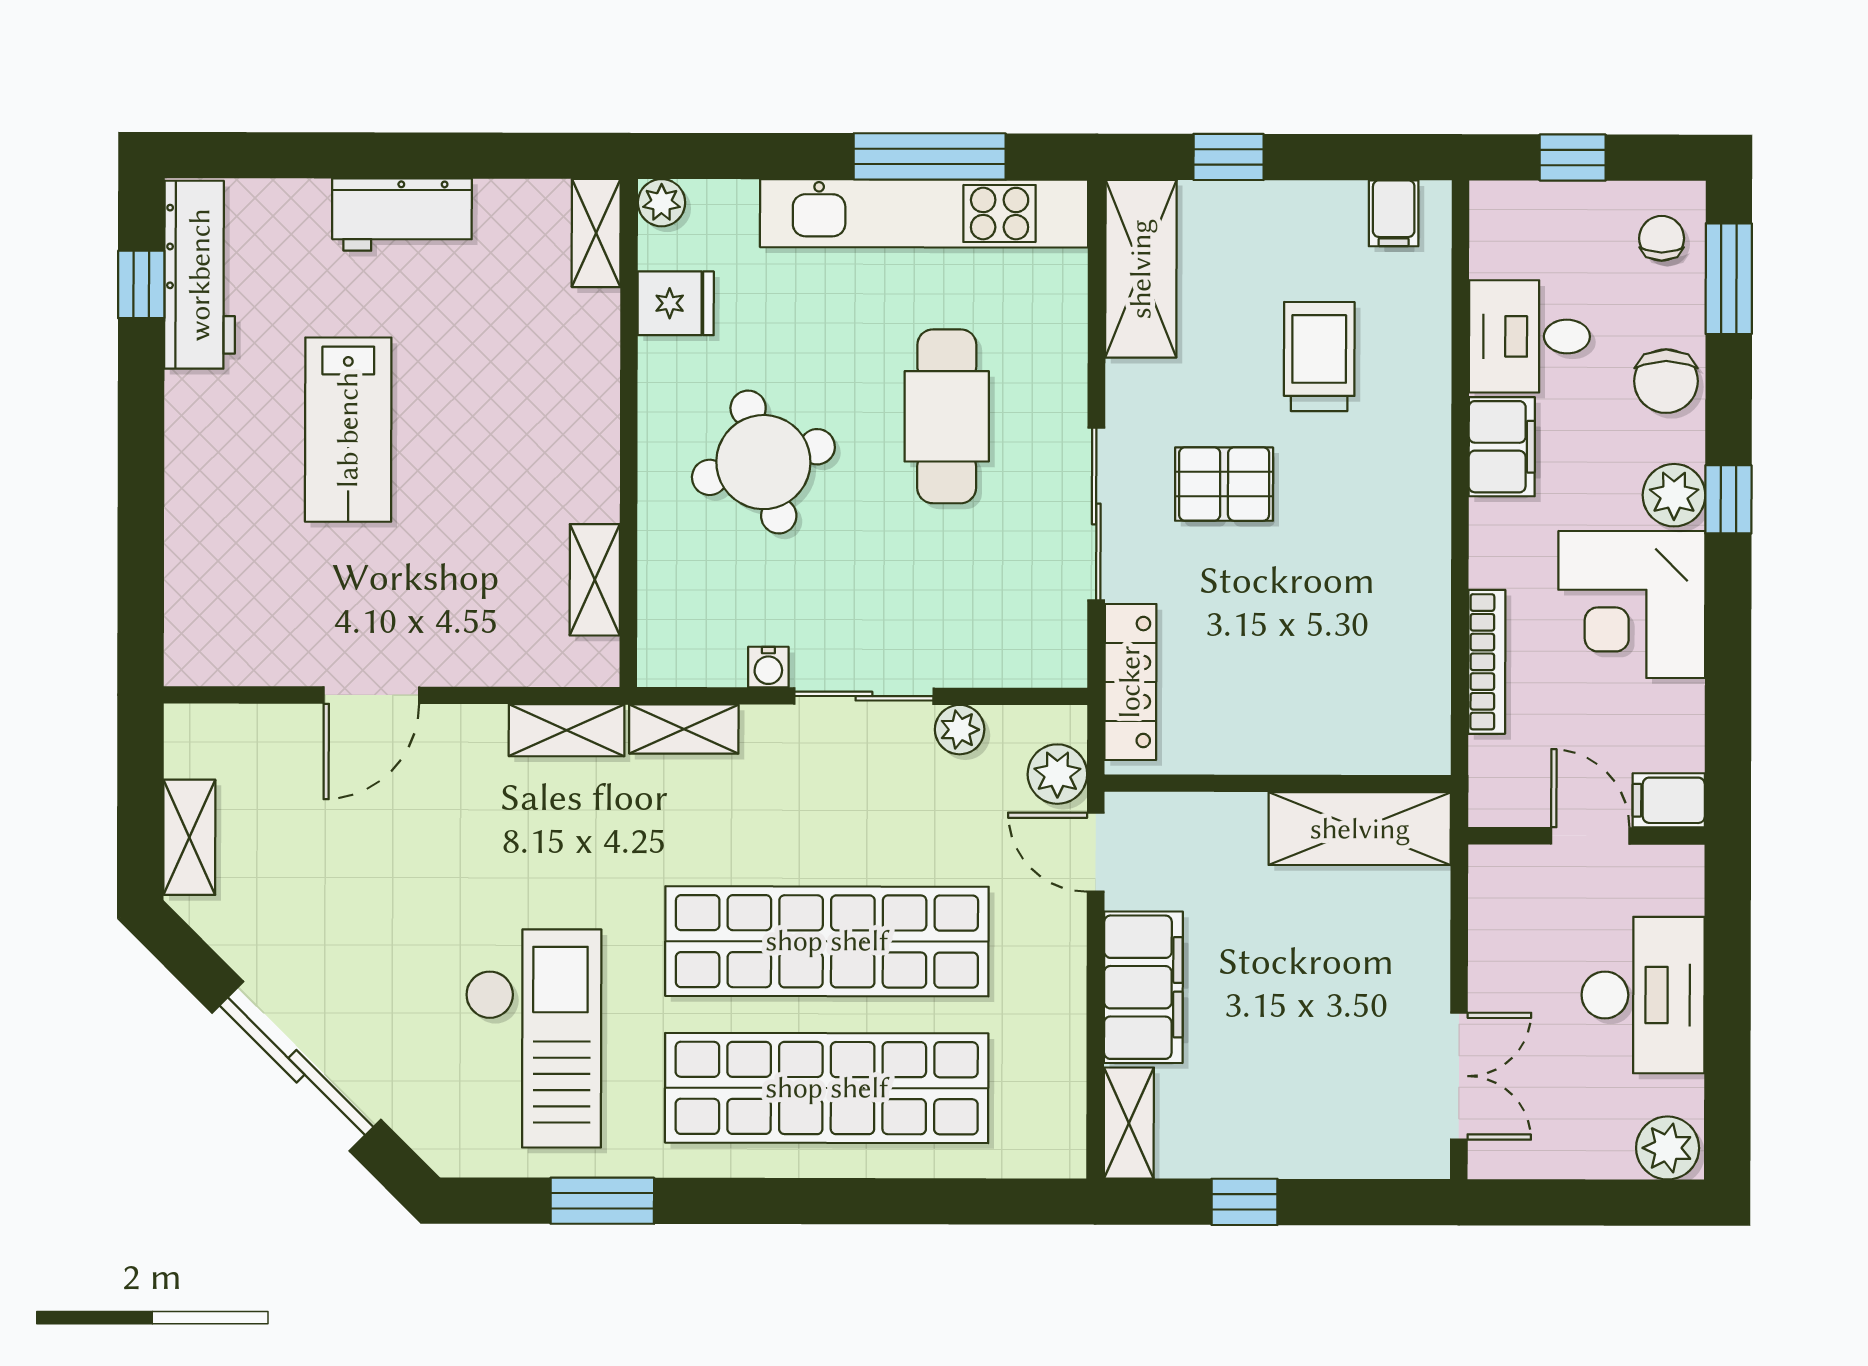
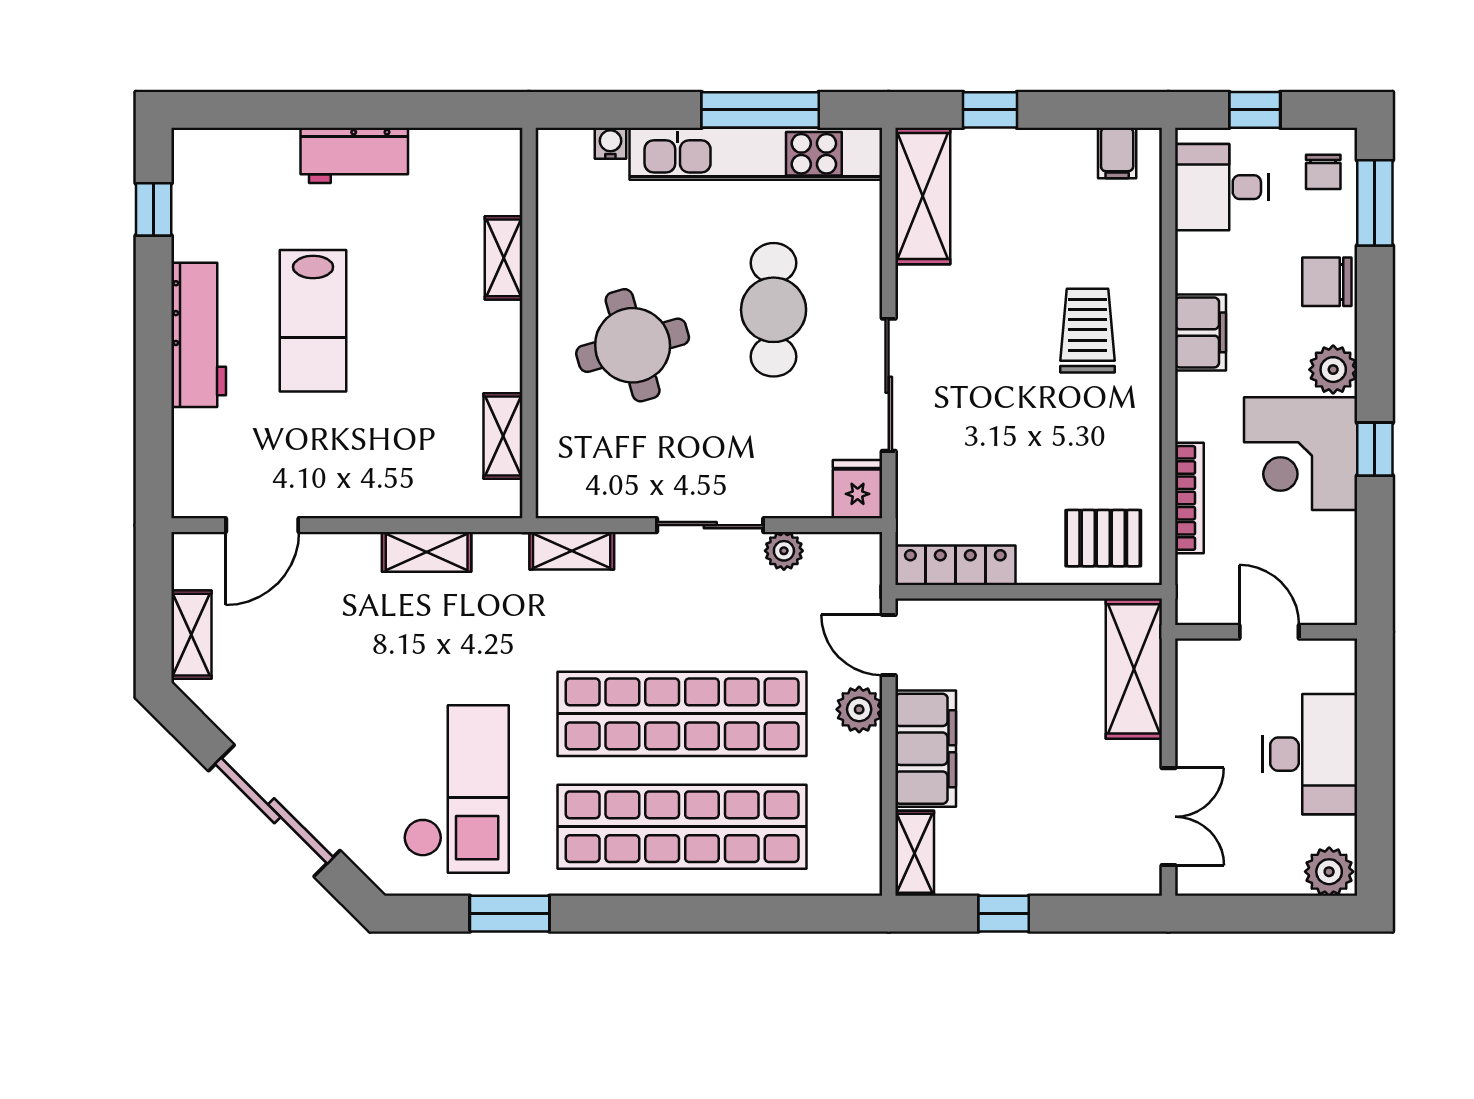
plant: (662, 203) -> (554, 146), removed
shelving: (596, 233) -> (504, 258), moved
chair: (1662, 238) -> (1323, 172), turned 180
workbench: (200, 275) -> (199, 335), moved
fridge: (676, 303) -> (858, 489), moved, turned -90
desk: (1529, 336) -> (1222, 187), moved
trolley: (1319, 357) -> (1088, 331), moved
chair: (1666, 381) -> (1327, 282), turned 90
pallet: (1224, 484) -> (1103, 538), moved
window: (1728, 499) -> (1375, 449), moved
water cooler: (768, 667) -> (610, 143), moved, turned 180
locker: (1130, 682) -> (955, 565), moved, turned -90
door: (371, 695) -> (262, 525), moved
shelving: (567, 730) -> (427, 552), moved
plant: (1057, 774) -> (859, 709), moved
filing cabinet: (1669, 800) -> (1329, 604), removed
shelving: (1360, 829) -> (1134, 669), moved, turned 90

